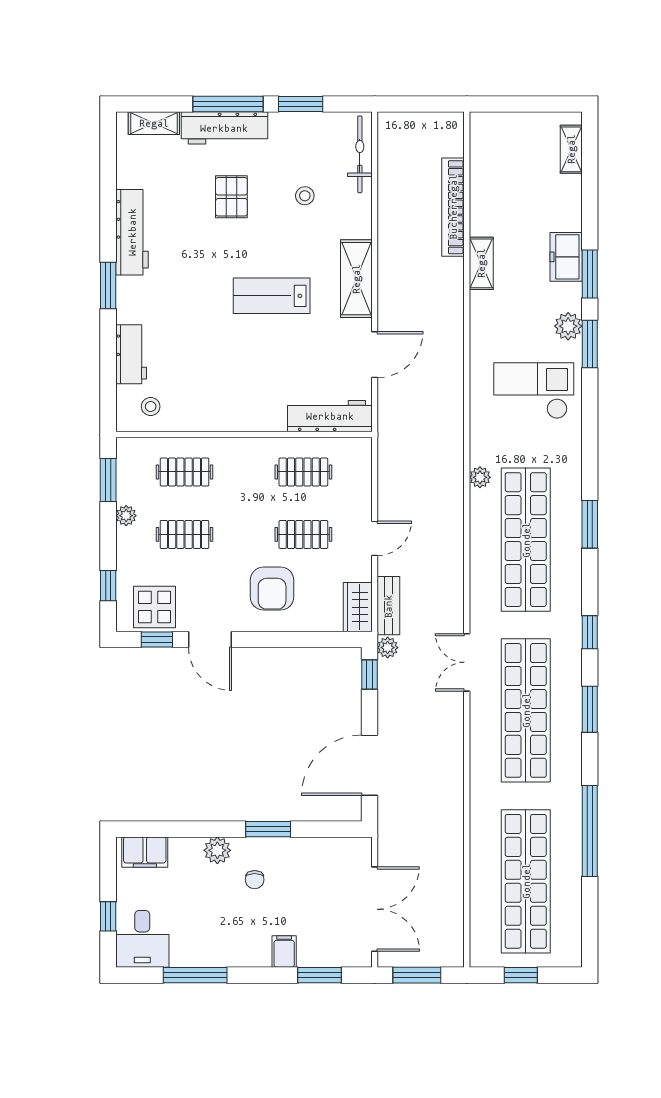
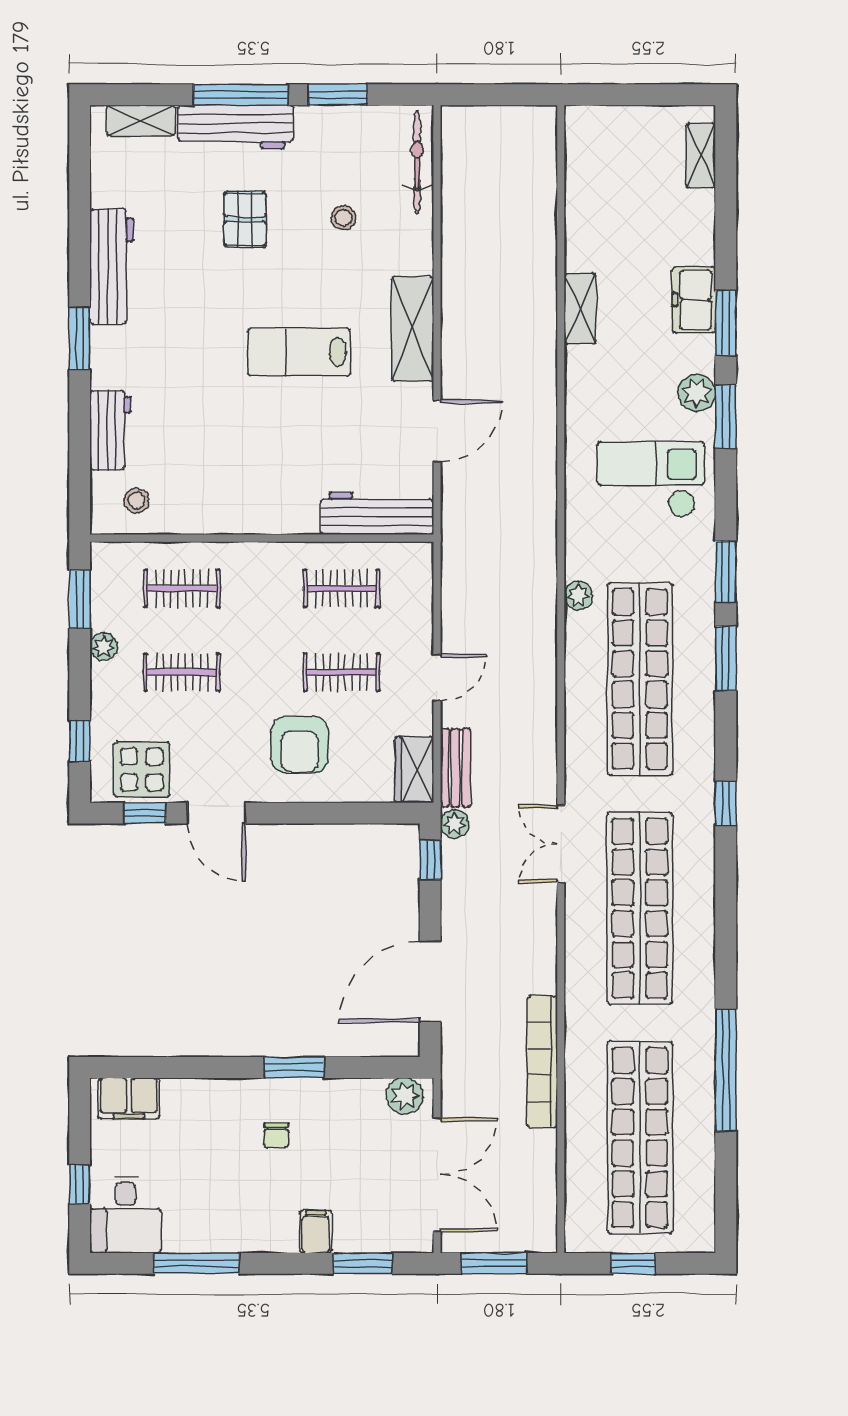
bookcase: (453, 207) -> (542, 1062), moved
window: (590, 709) -> (726, 571), moved
plant: (217, 850) -> (405, 1096), moved

